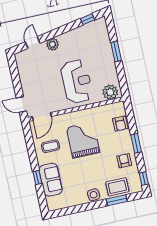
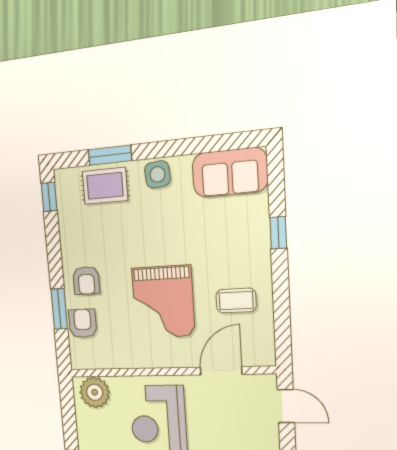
door: (42, 117) -> (221, 371), moved
window: (136, 143) -> (59, 309), moved
armchair: (124, 161) -> (86, 280), moved
sofa: (51, 180) -> (230, 172), moved, turned -90

